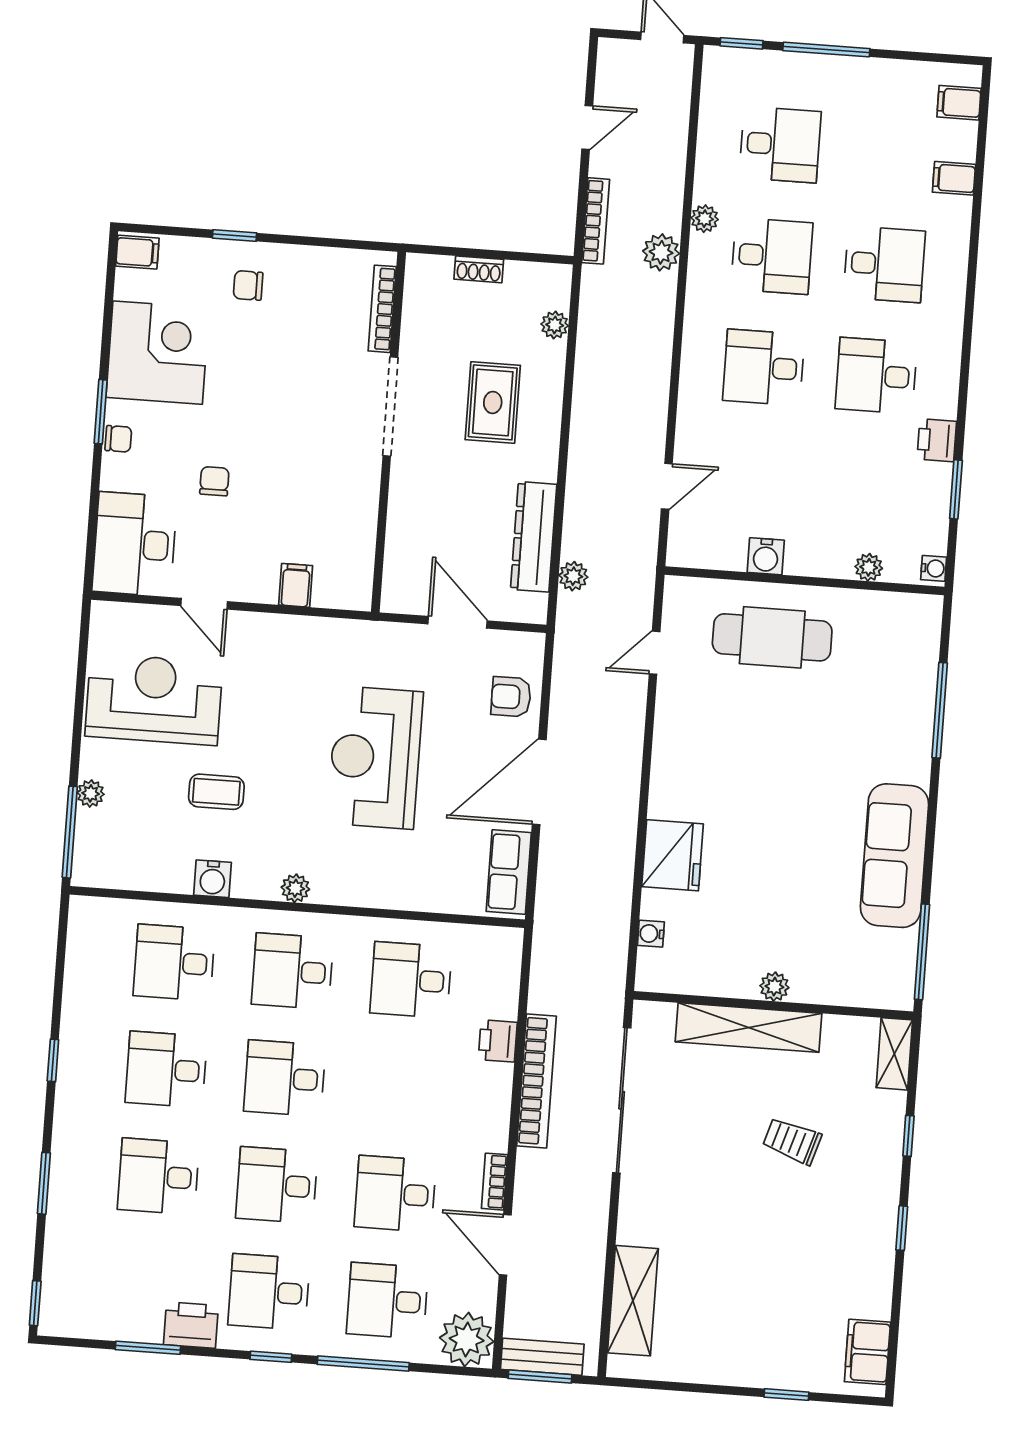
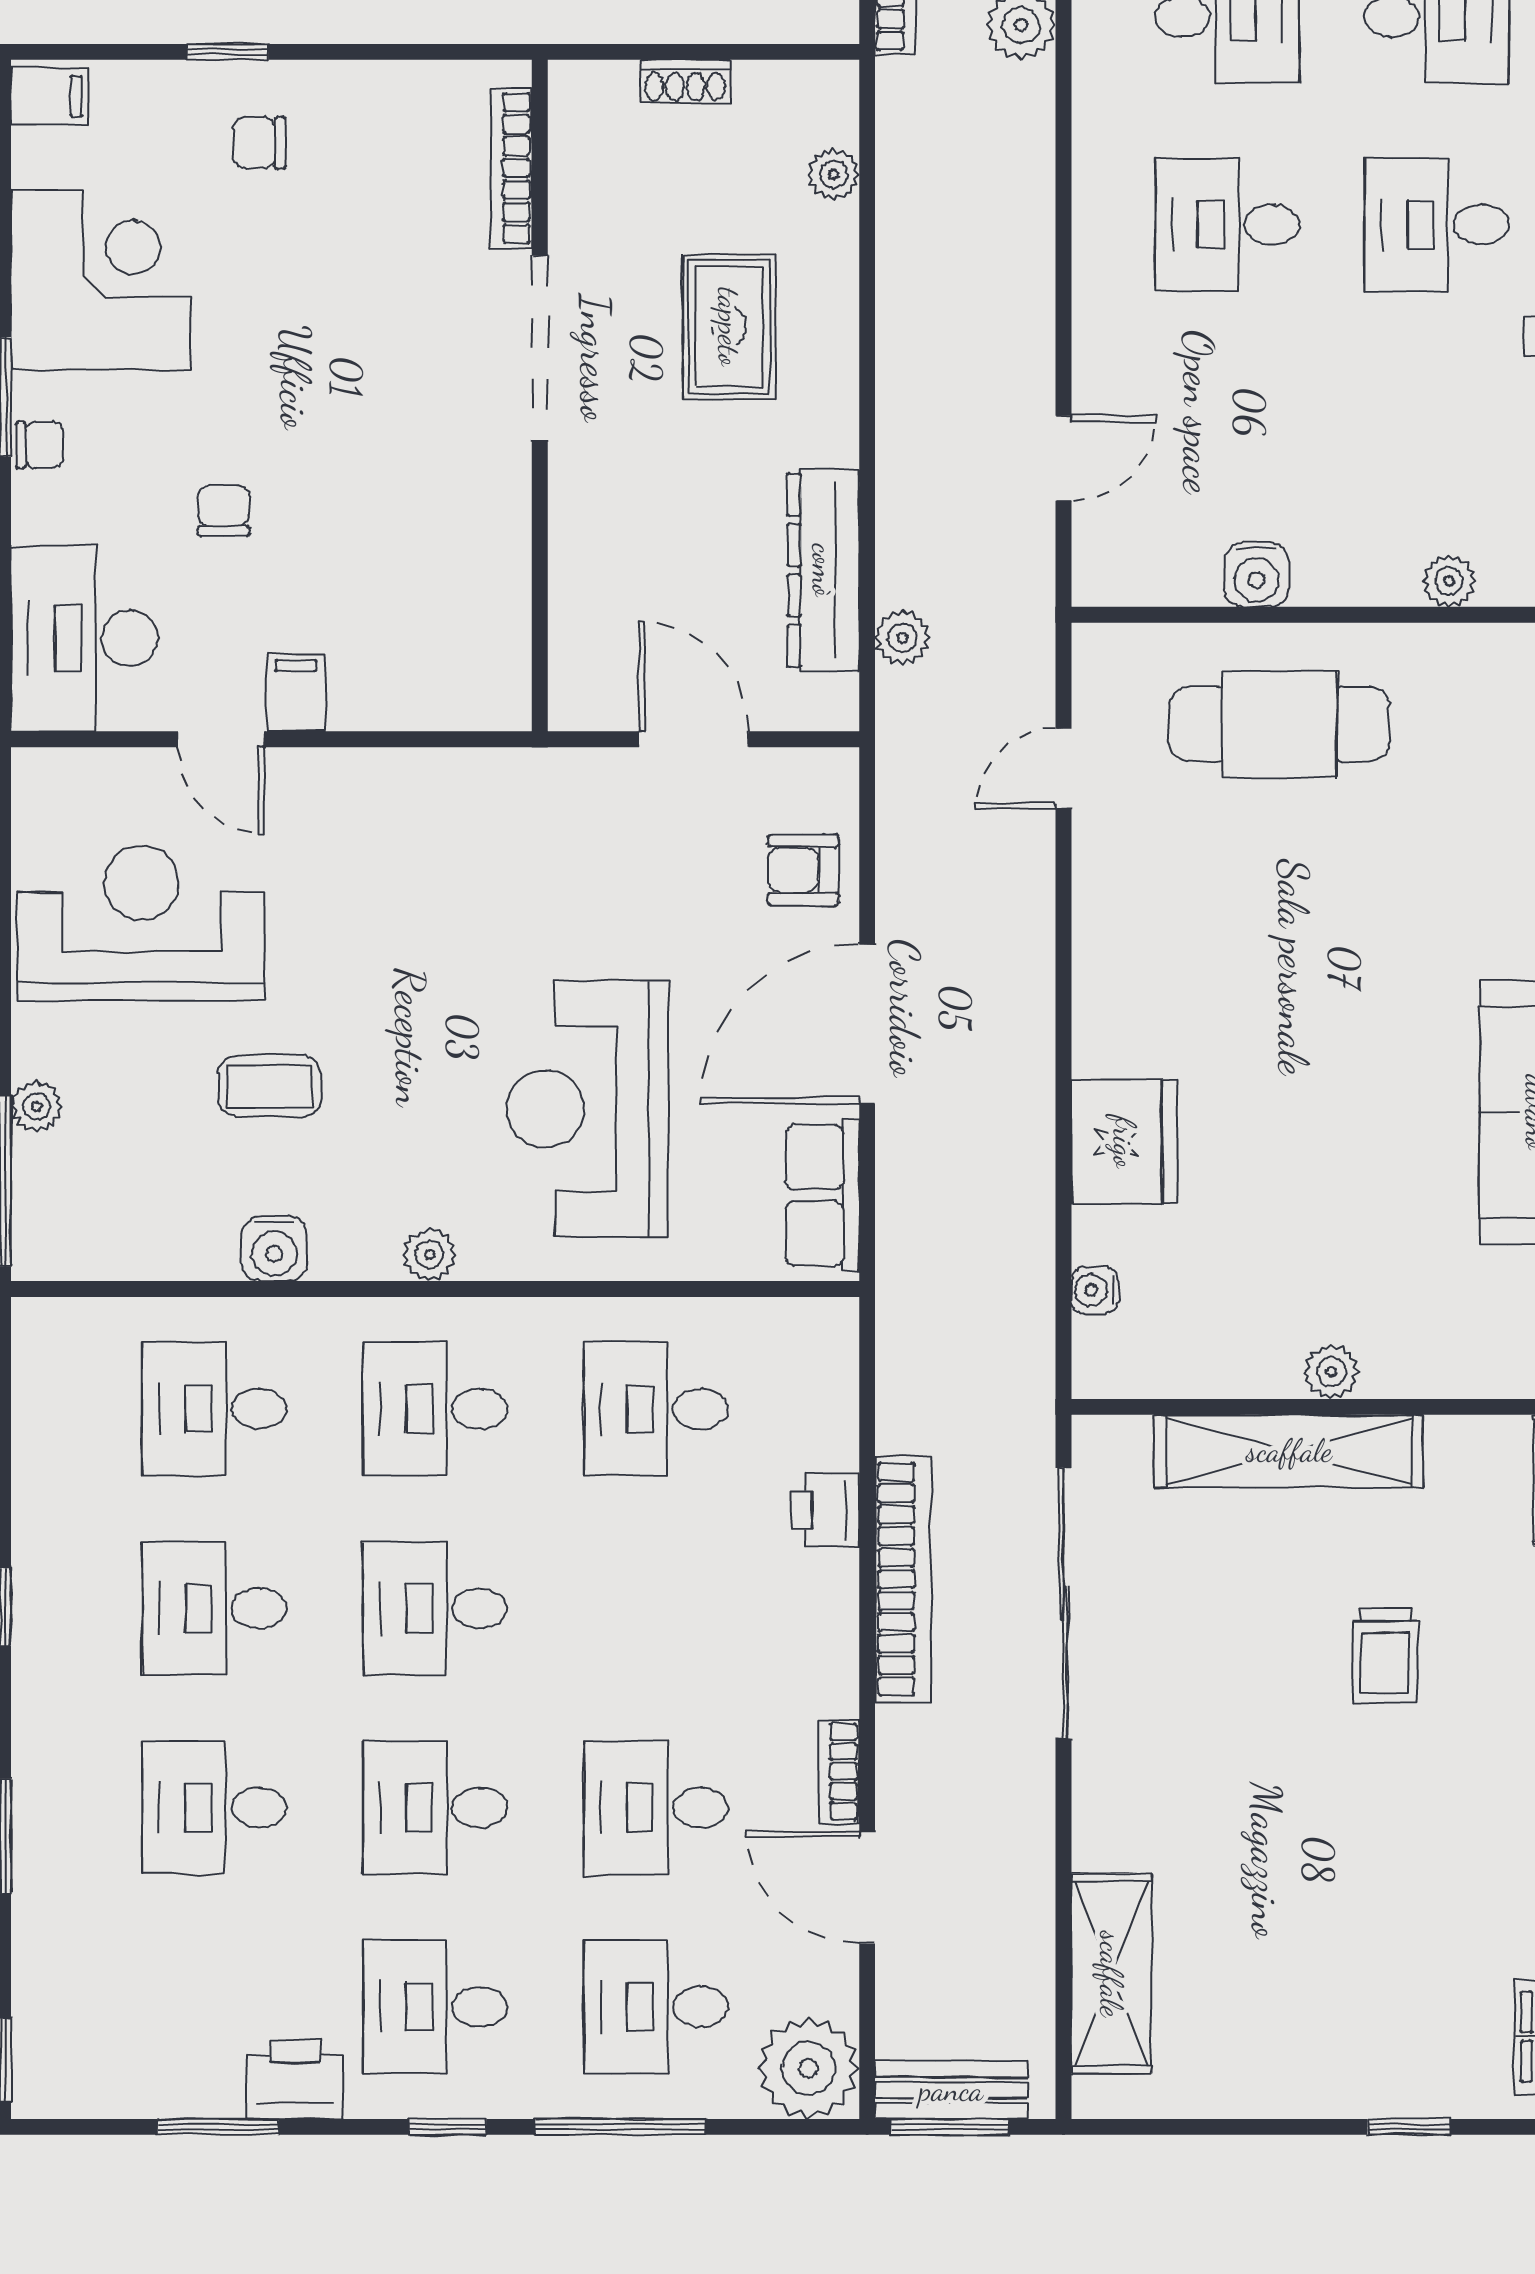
filing cabinet: (296, 585) -> (296, 693), moved
reception desk: (375, 758) -> (587, 1109), moved
trolley: (792, 1141) -> (1385, 1656), turned -107

